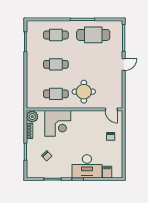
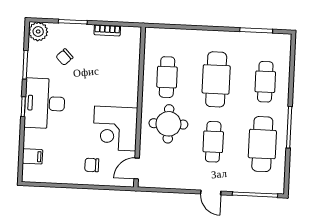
cafe table: (56, 64) -> (216, 79), width x1.37, depth x1.35
cafe table: (93, 64) -> (213, 142), added
plant: (32, 117) -> (38, 31), moved
corner desk: (58, 123) -> (115, 129), moved
desk: (87, 166) -> (45, 103), moved

